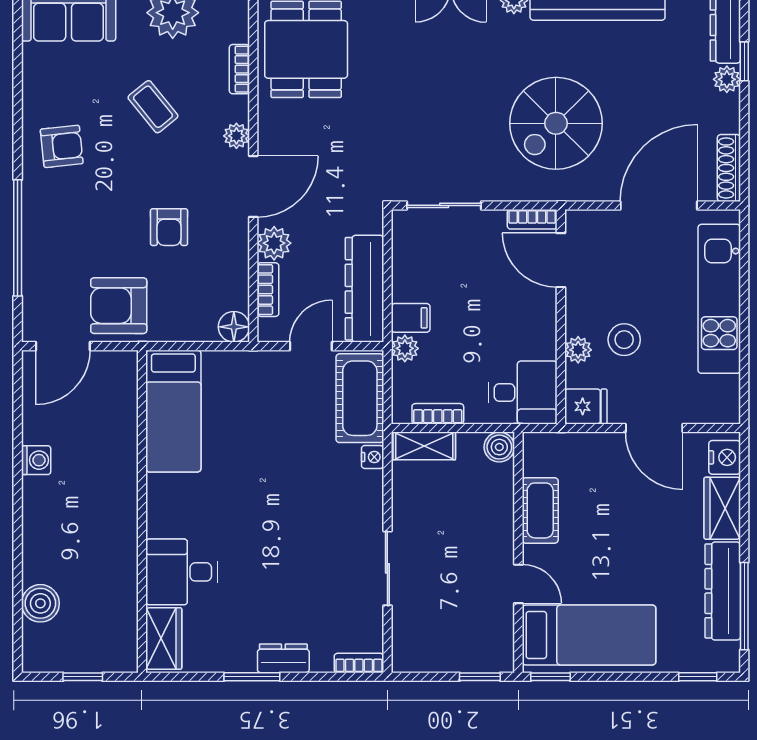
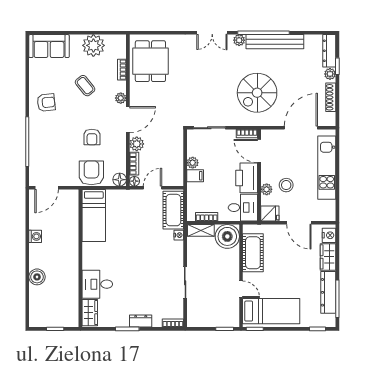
shoe rack: (729, 168) -> (331, 97), moved
dresser: (364, 289) -> (175, 163), removed
armchair: (119, 306) -> (91, 173), moved, turned 90
printer: (532, 323) -> (247, 178), added
floor lamp: (269, 331) -> (134, 181), added
plant: (405, 348) -> (193, 163), moved
boiler: (499, 447) -> (227, 236), width x1.86, depth x1.86
cot: (540, 510) -> (253, 253), width x1.37, depth x1.34
boiler: (40, 603) -> (37, 277), moved

